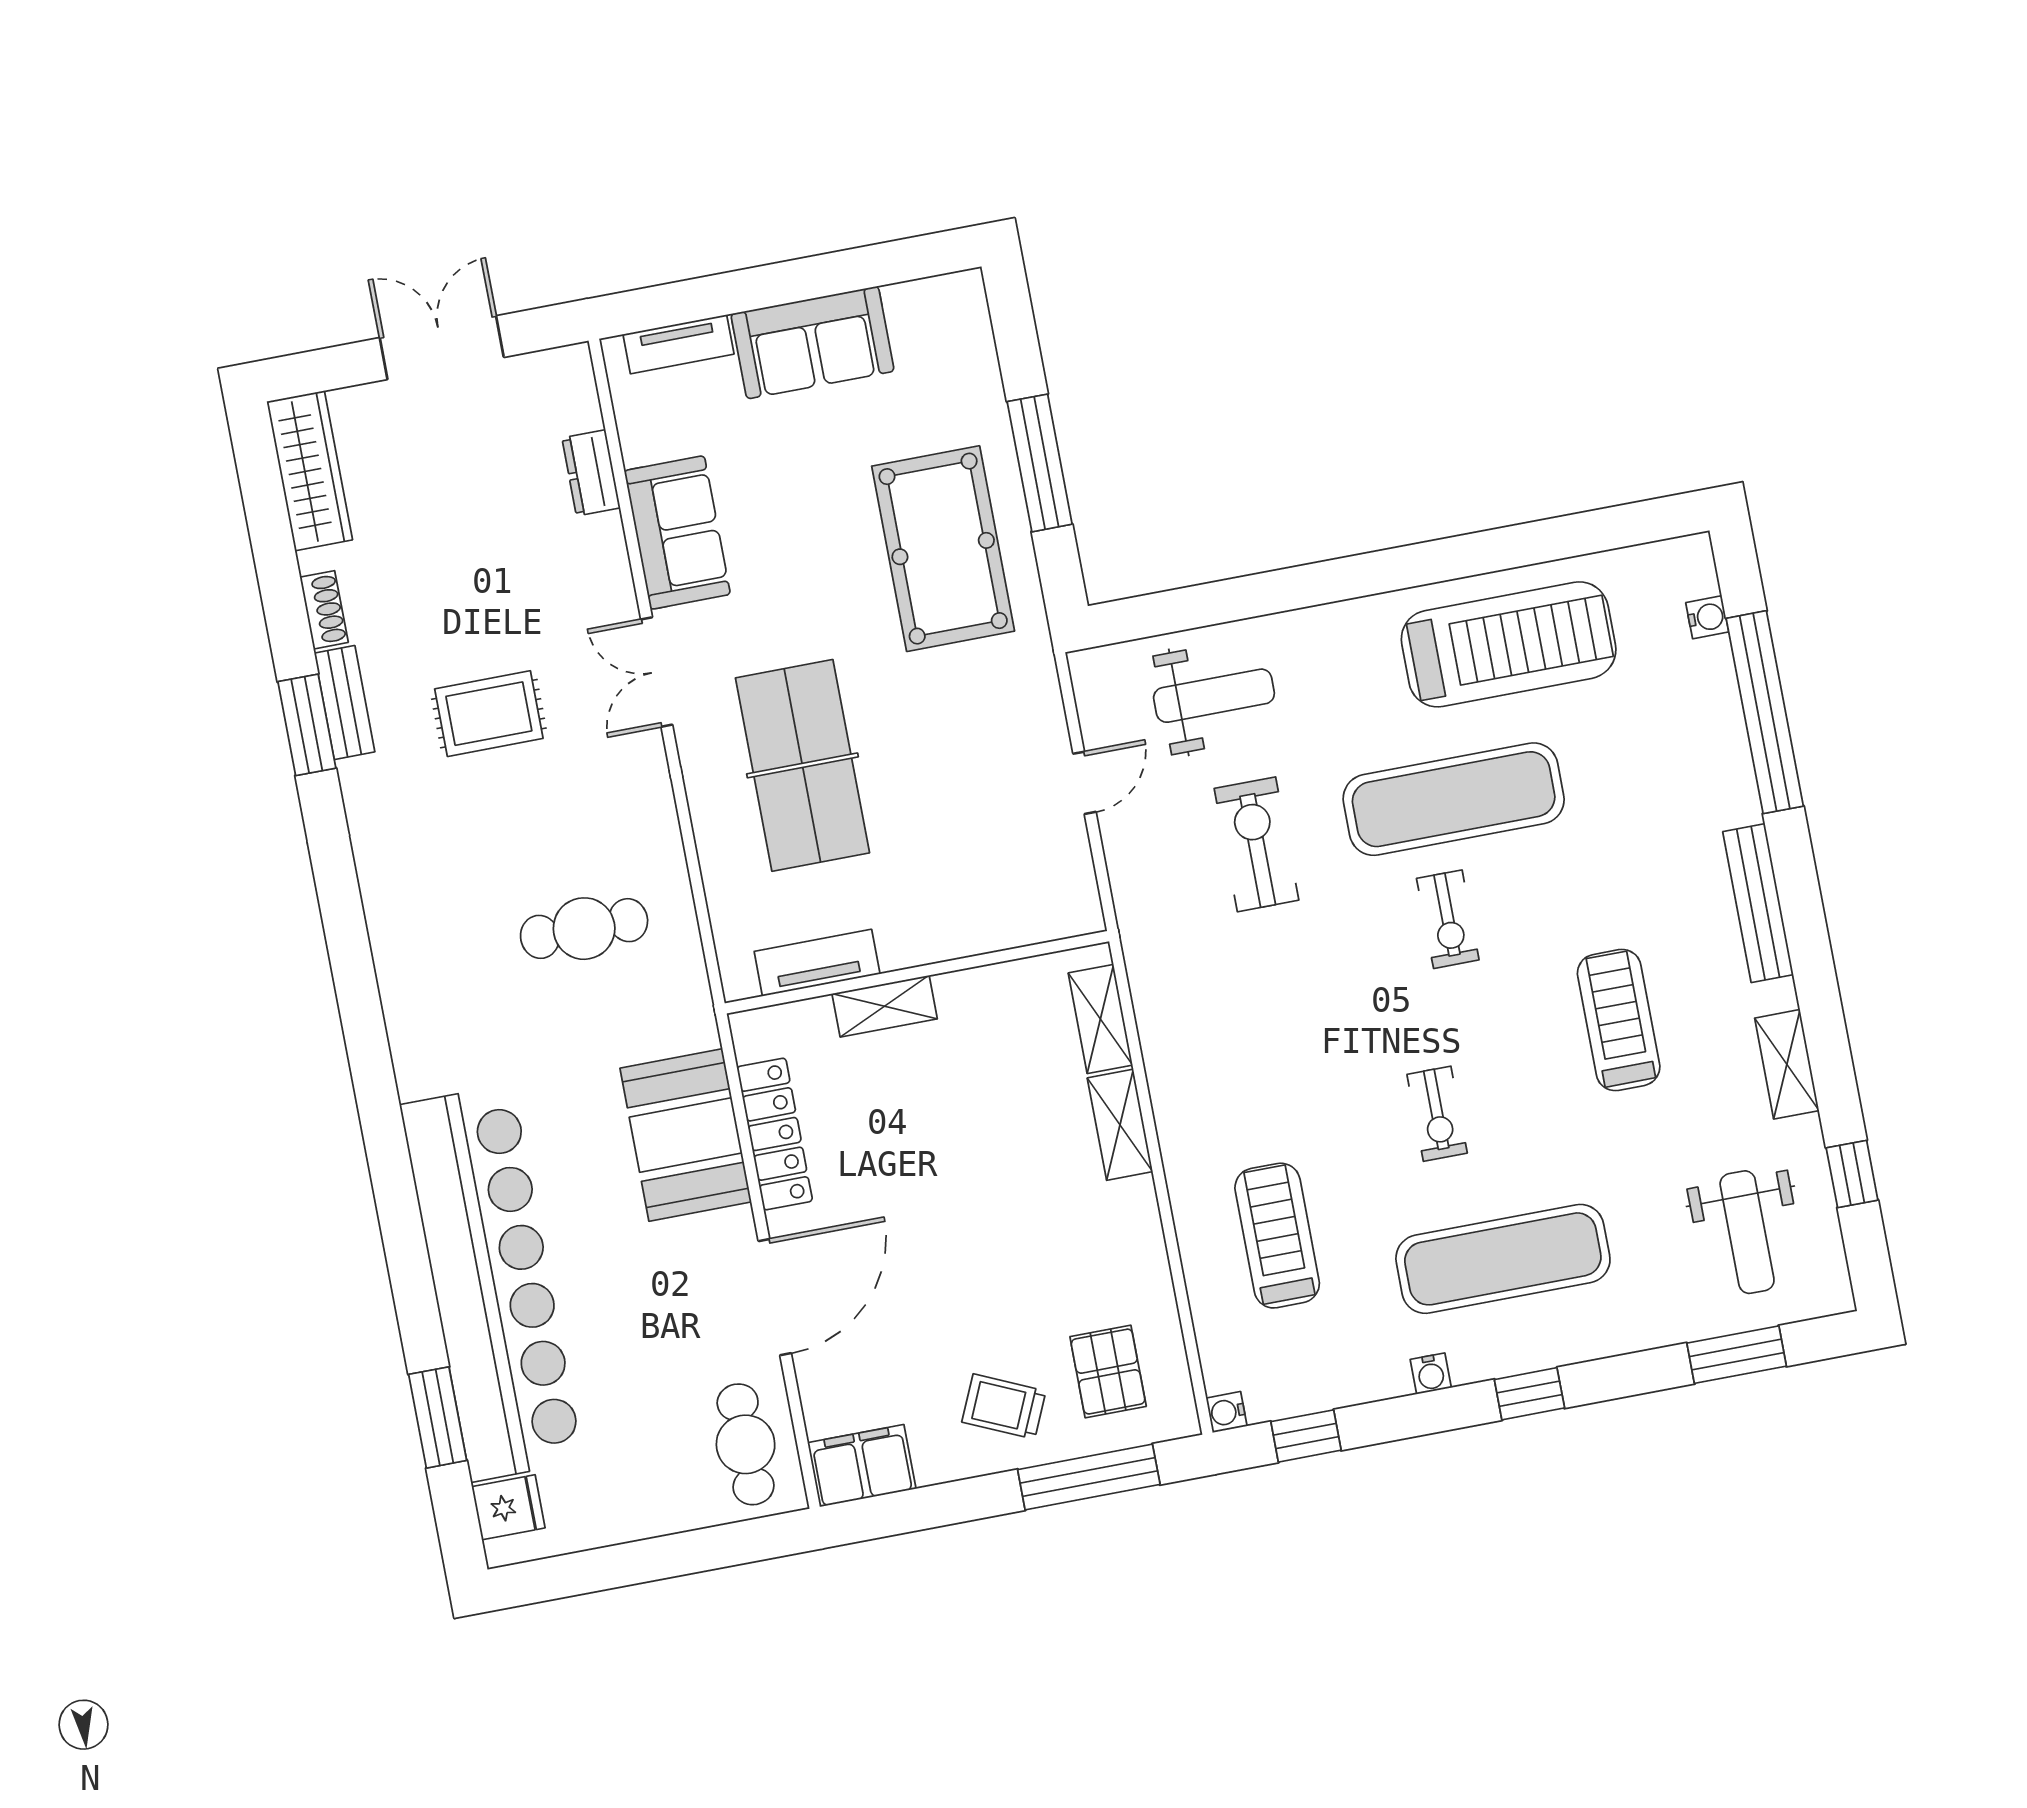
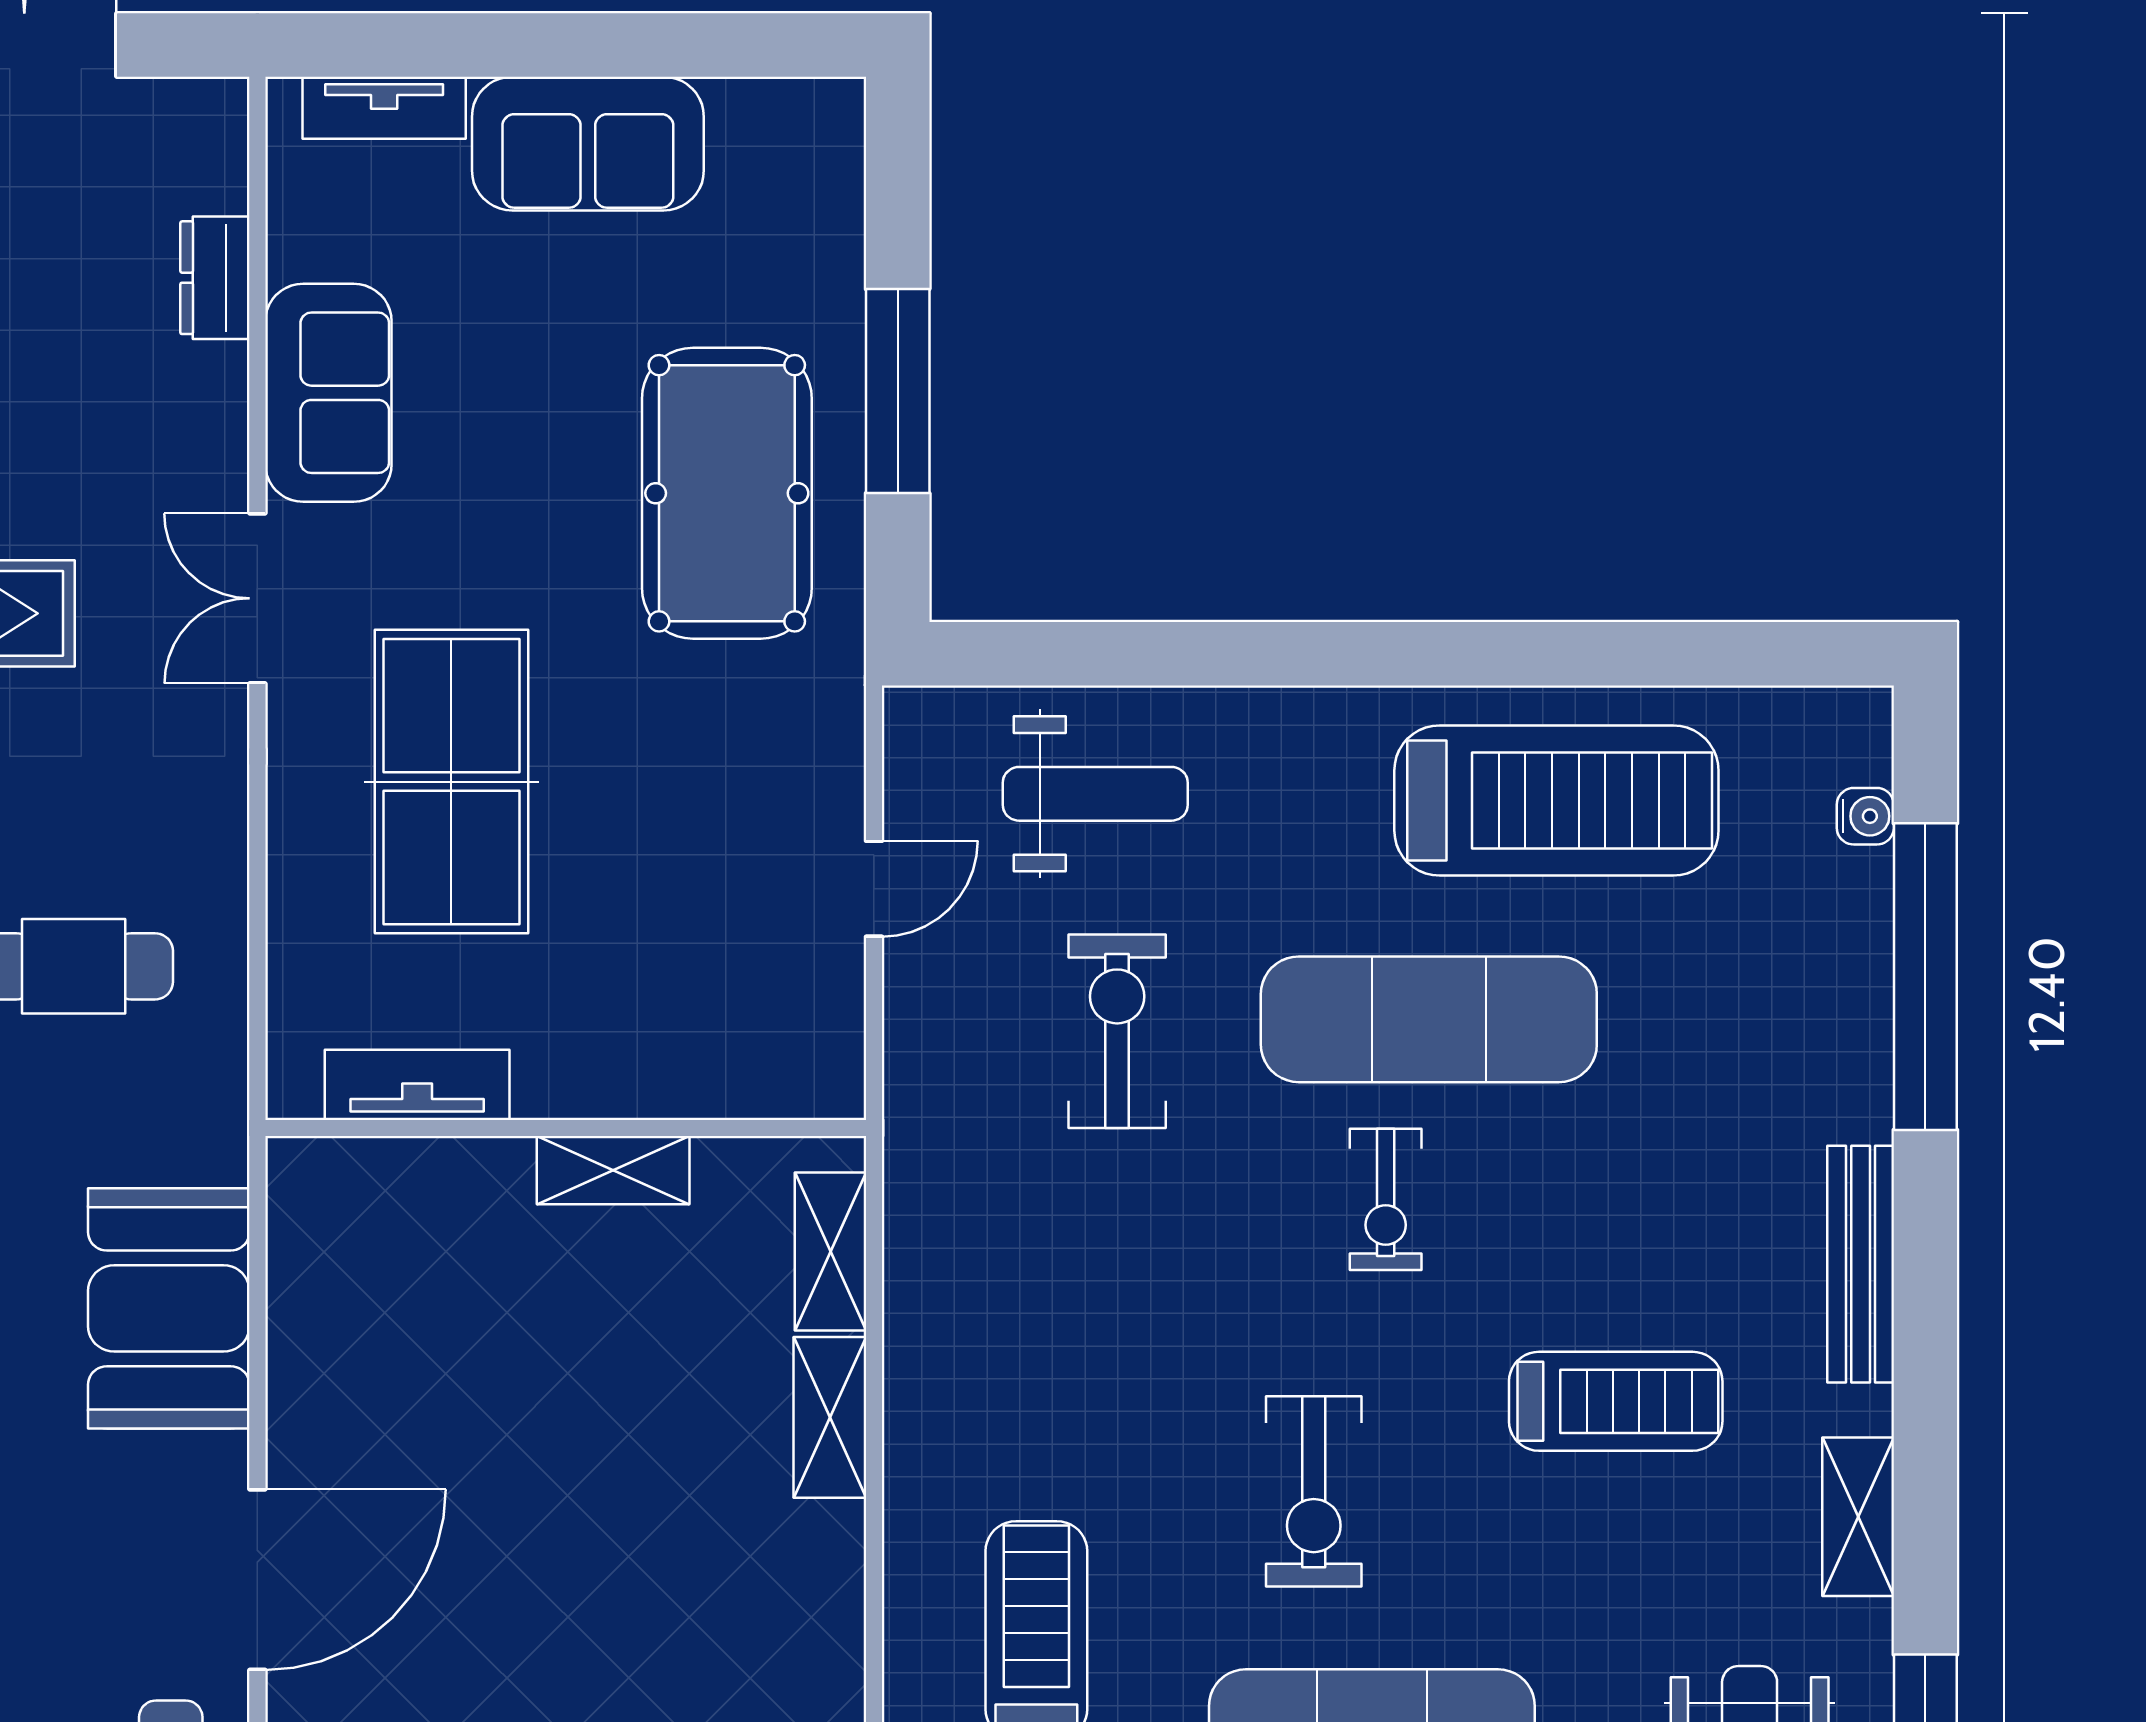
shelving: (885, 1006) -> (613, 1170), moved
treadmill: (1619, 1020) -> (1616, 1401), turned 90
exercise bike: (1437, 1114) -> (1314, 1491), width x1.38, depth x1.39
locker: (775, 1134) -> (304, 1332), removed

